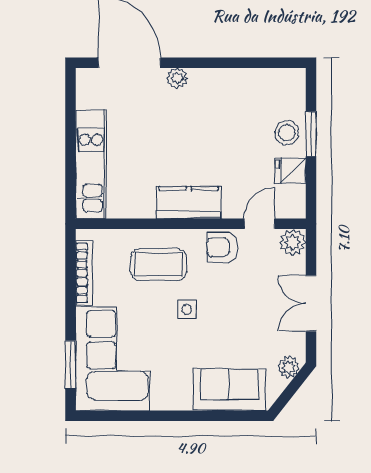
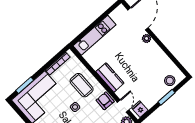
stool: (287, 133) -> (170, 81), moved
fridge: (291, 171) -> (140, 109), moved
door: (260, 224) -> (123, 106), hinge flipped

